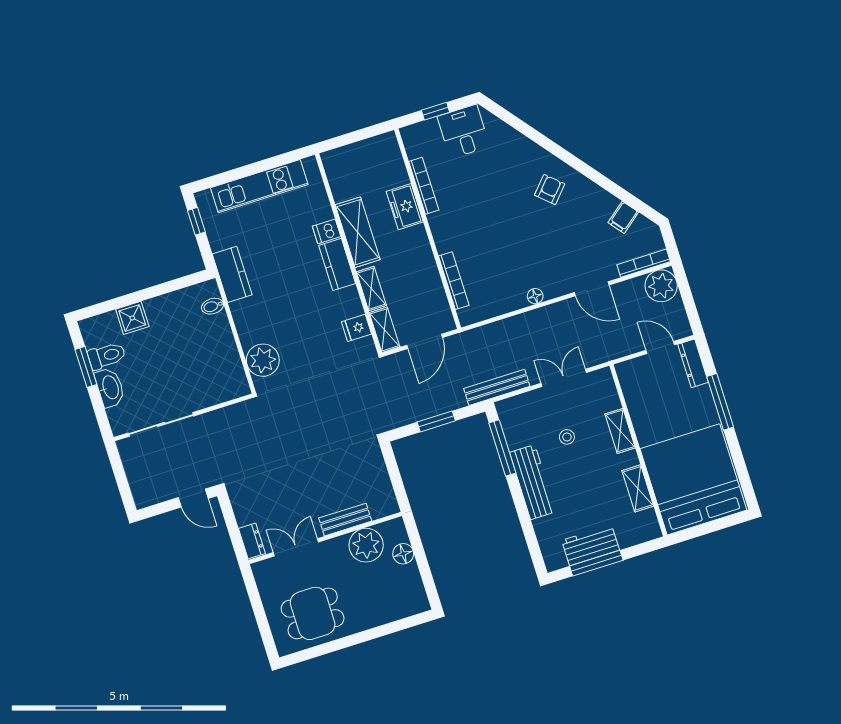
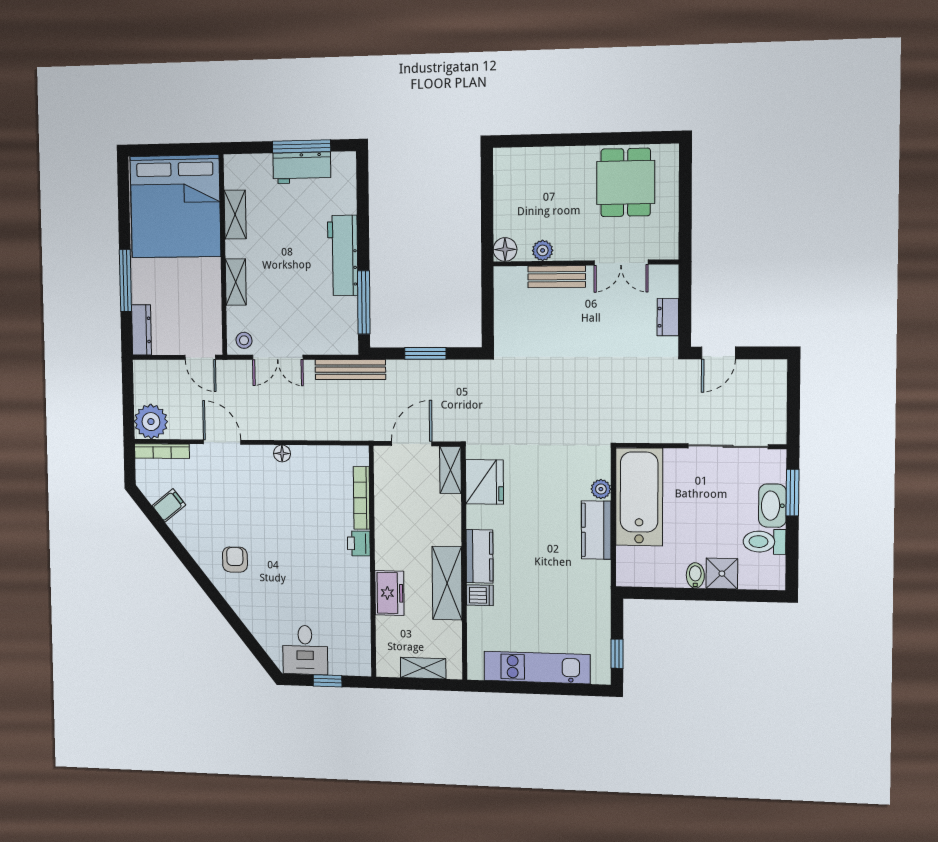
bookcase: (424, 186) -> (363, 608), removed
armchair: (550, 189) -> (235, 560), turned 138
printer: (444, 240) -> (359, 543), added
kitchen counter: (232, 274) -> (596, 530), moved
shelving: (371, 289) -> (423, 668), moved, turned 90
bidet: (212, 306) -> (695, 575), moved, turned -90
fridge: (356, 328) -> (485, 482), width x1.88, depth x1.34
door: (660, 347) -> (200, 357), moved
bathtub: (220, 359) -> (639, 497), added
plant: (263, 360) -> (601, 489), width x0.53, depth x0.53
window: (86, 367) -> (793, 493), moved
stool: (567, 437) -> (244, 340), moved
door: (193, 498) -> (718, 353), swing flipped
dresser: (252, 541) -> (668, 317), moved
plant: (366, 545) -> (543, 250), width x0.53, depth x0.53
floor lamp: (403, 554) -> (505, 249), moved
dining table: (313, 613) -> (626, 182), turned 90

